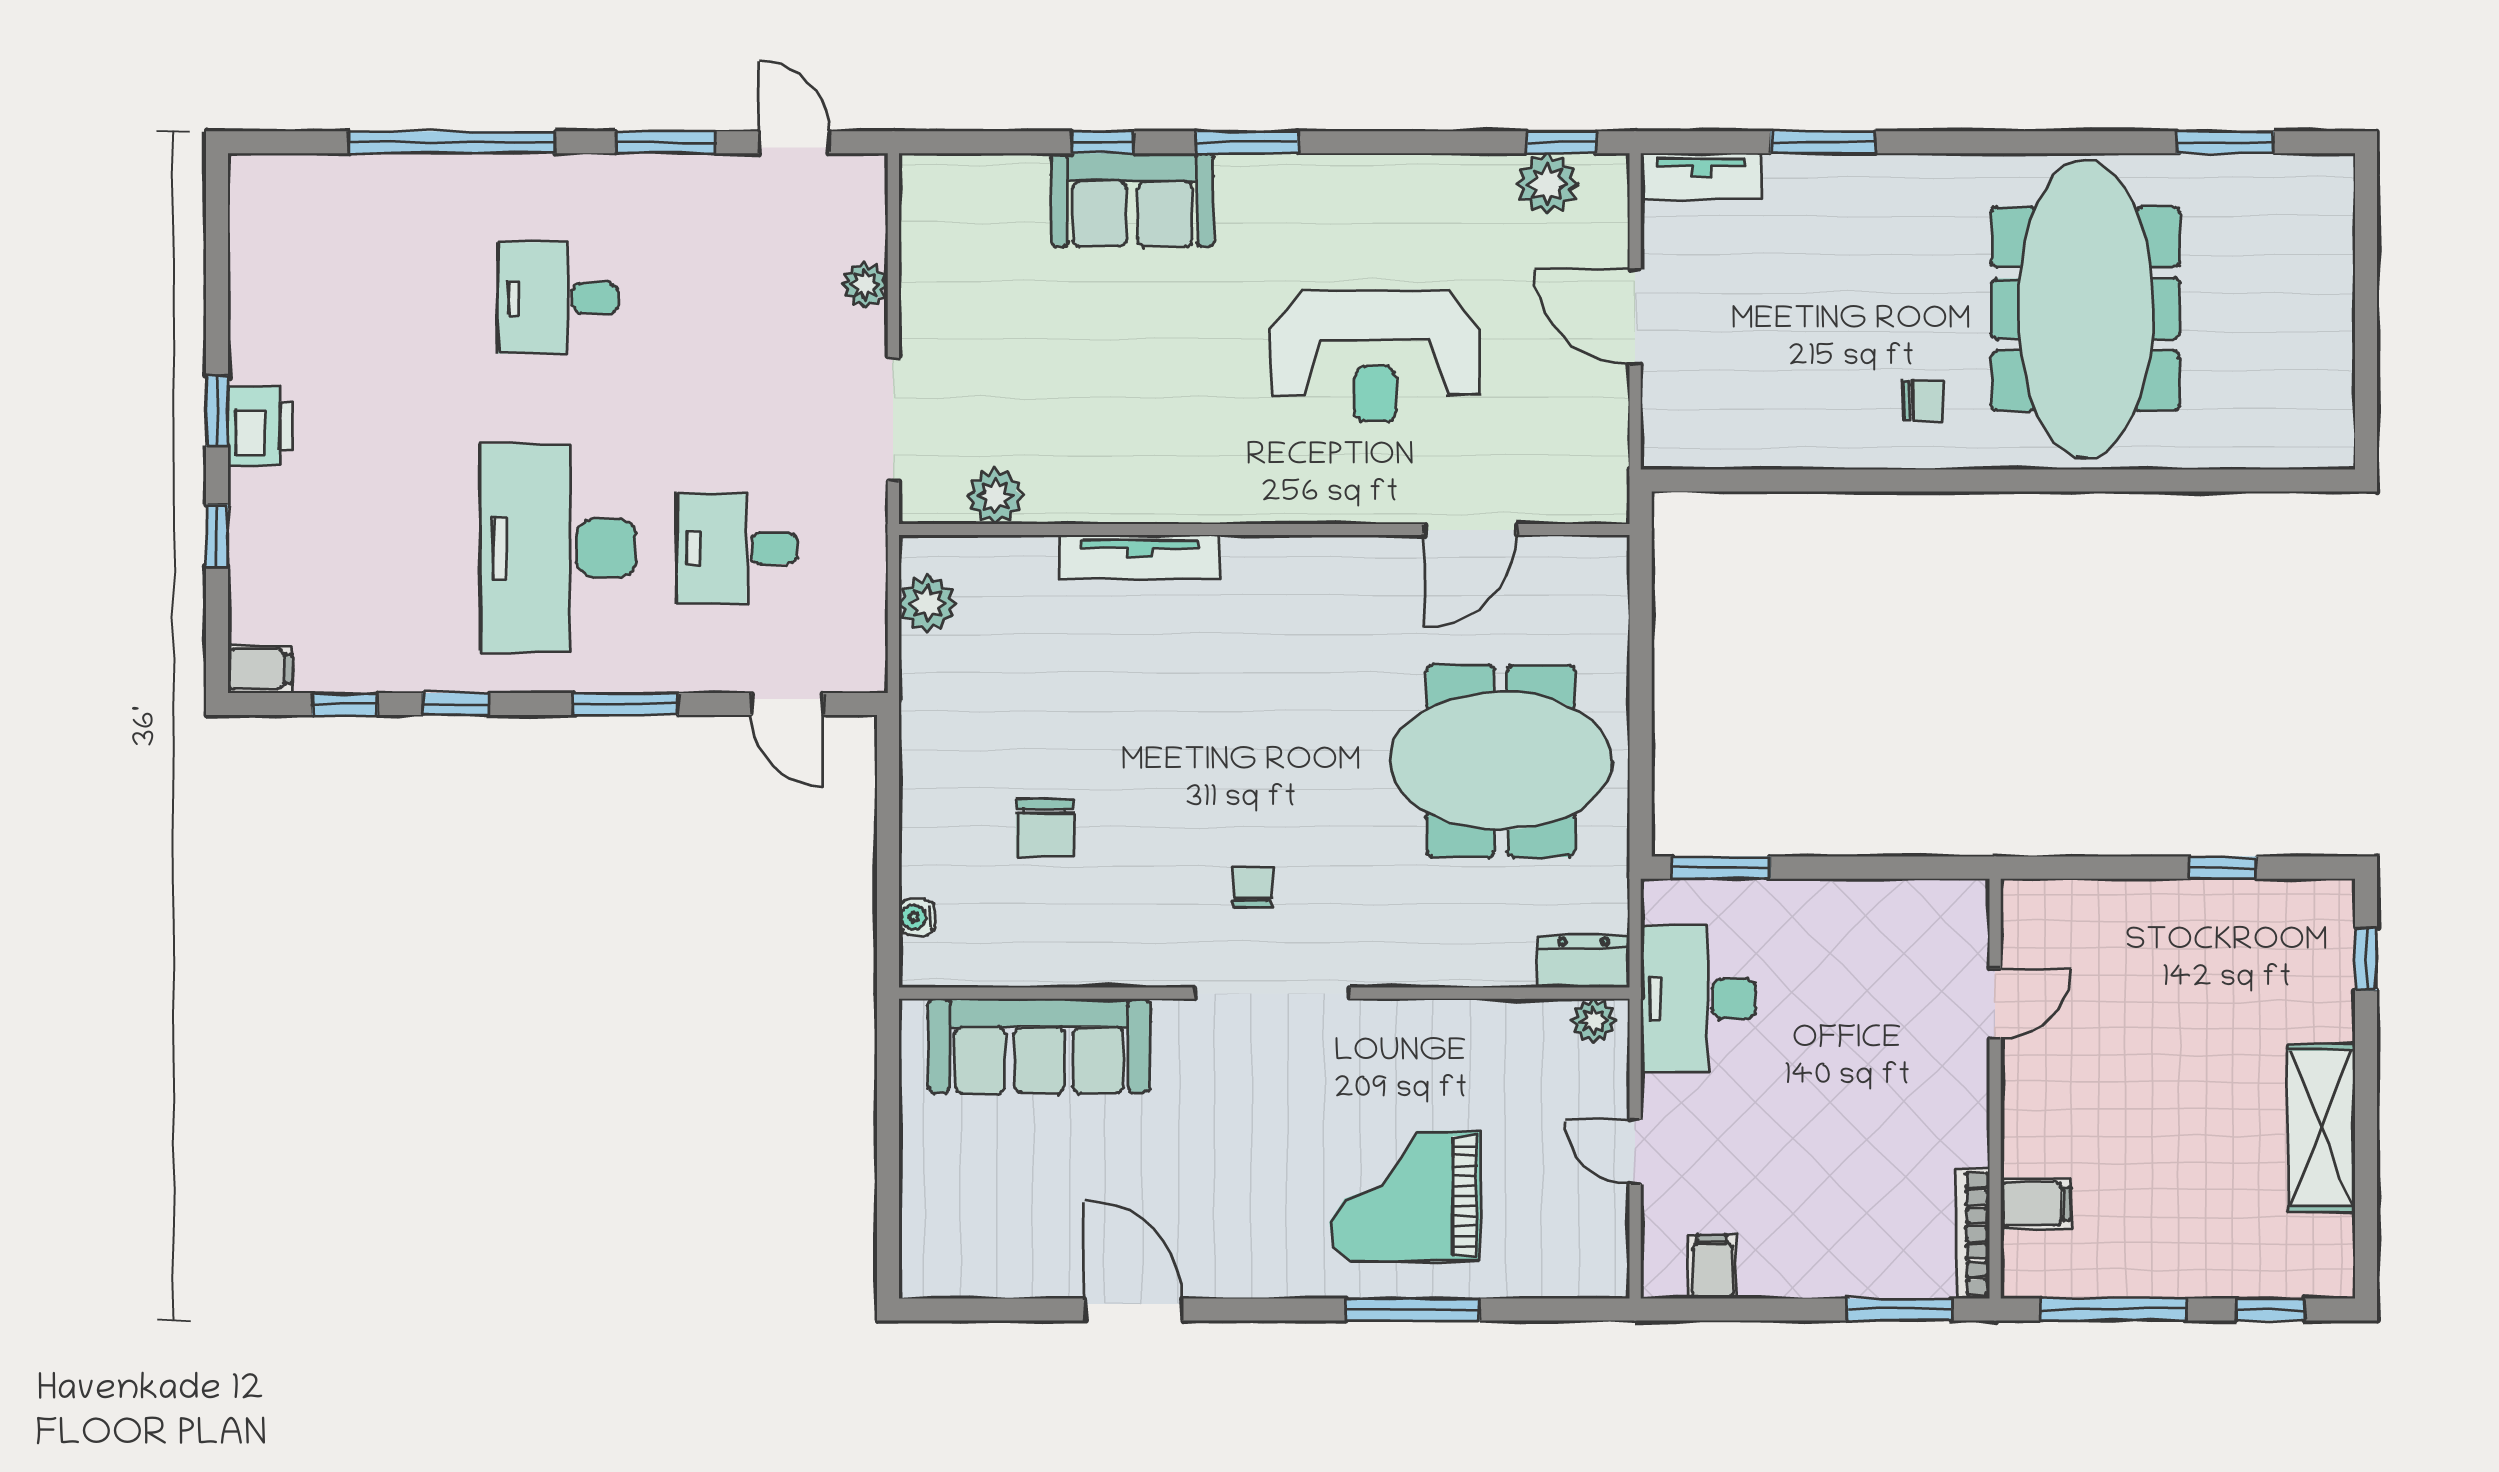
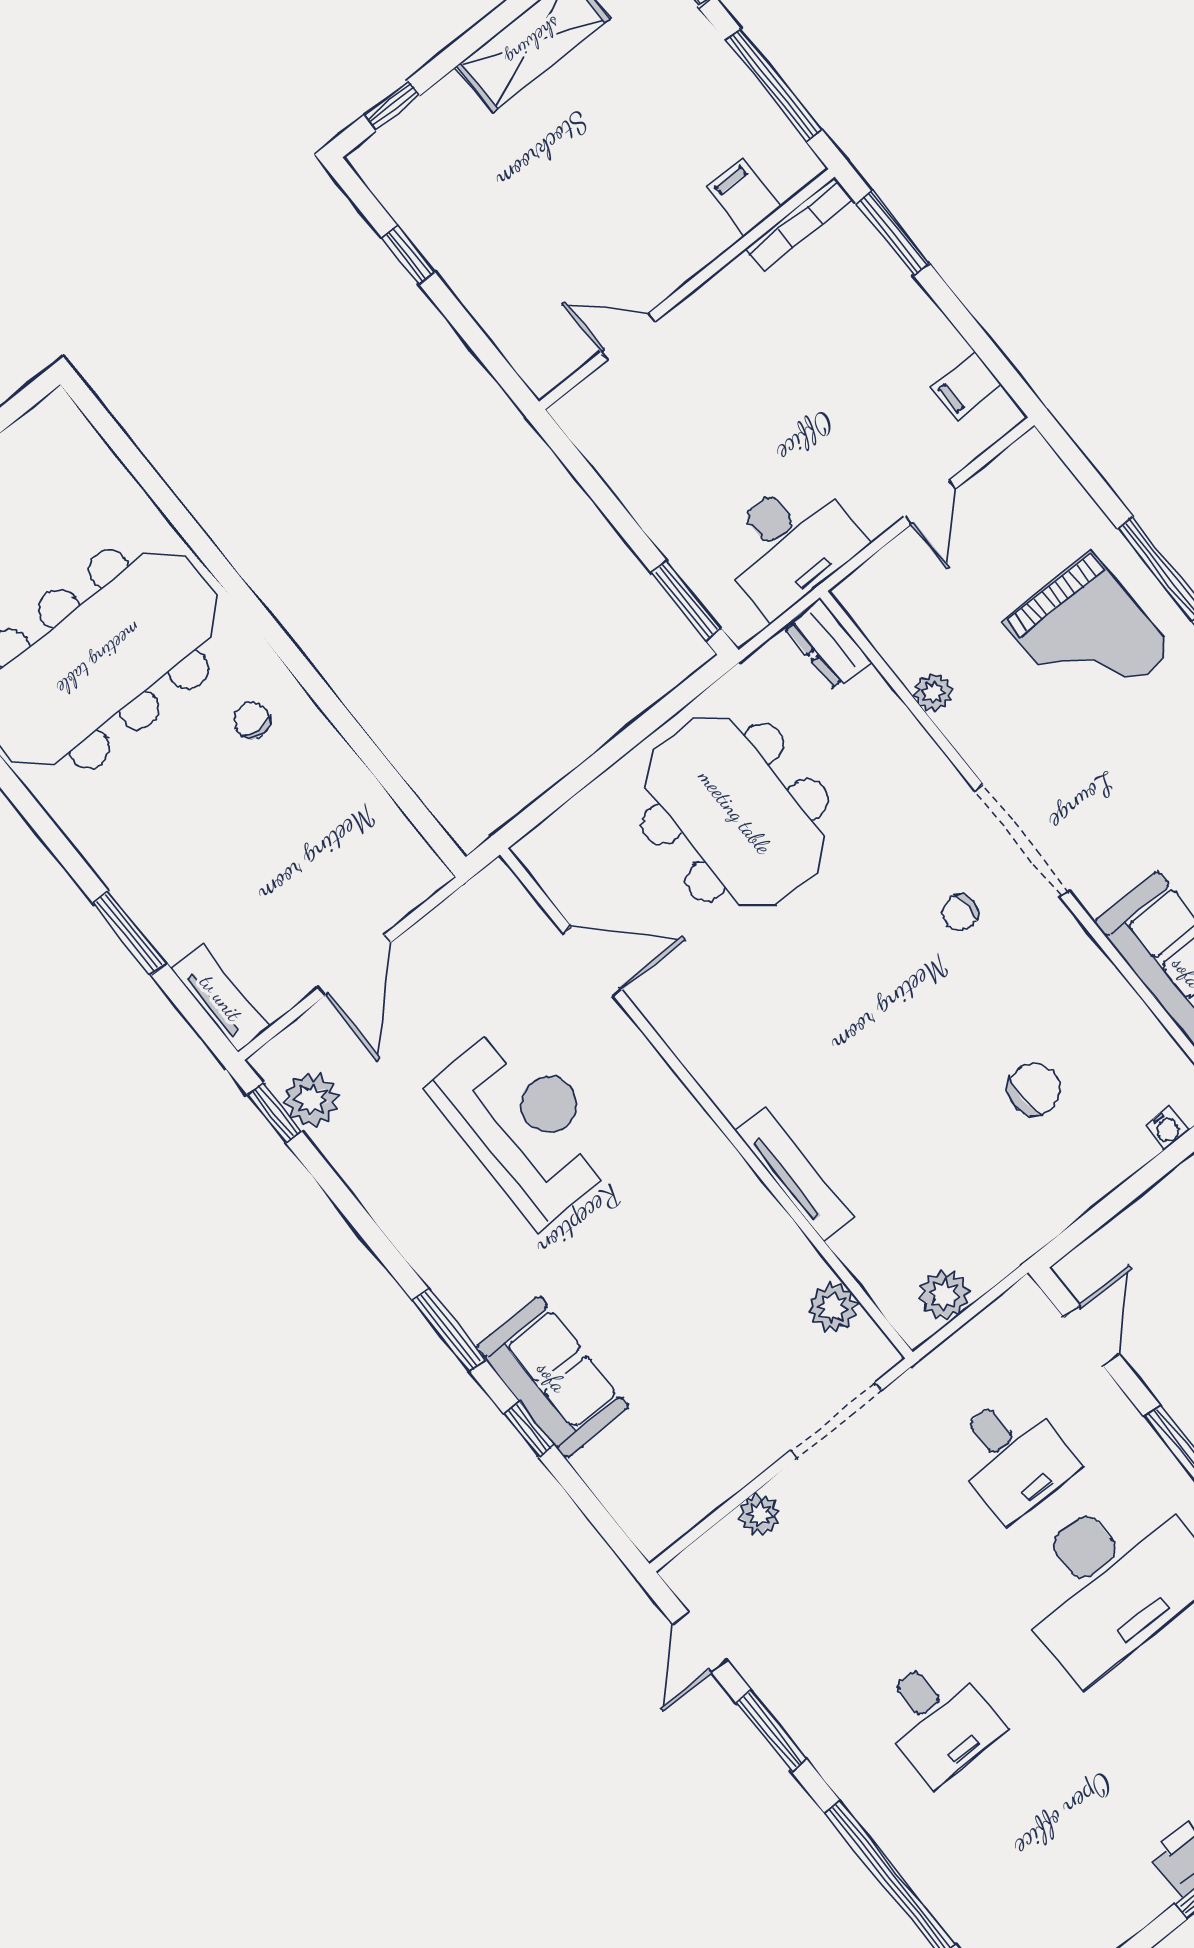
plant: (1594, 1020) -> (933, 692), moved

